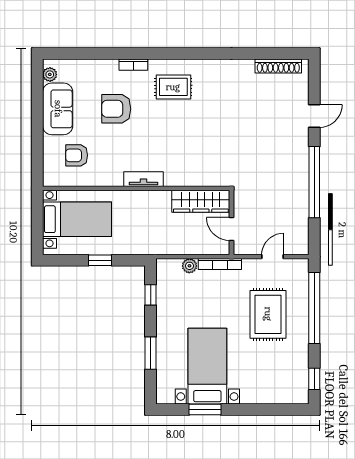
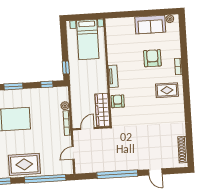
rug: (173, 87) -> (167, 90), turned 90
armchair: (77, 155) -> (118, 101), moved
door: (273, 257) -> (73, 153), swing flipped
window: (100, 260) -> (66, 67), moved
rug: (268, 314) -> (24, 164), moved

